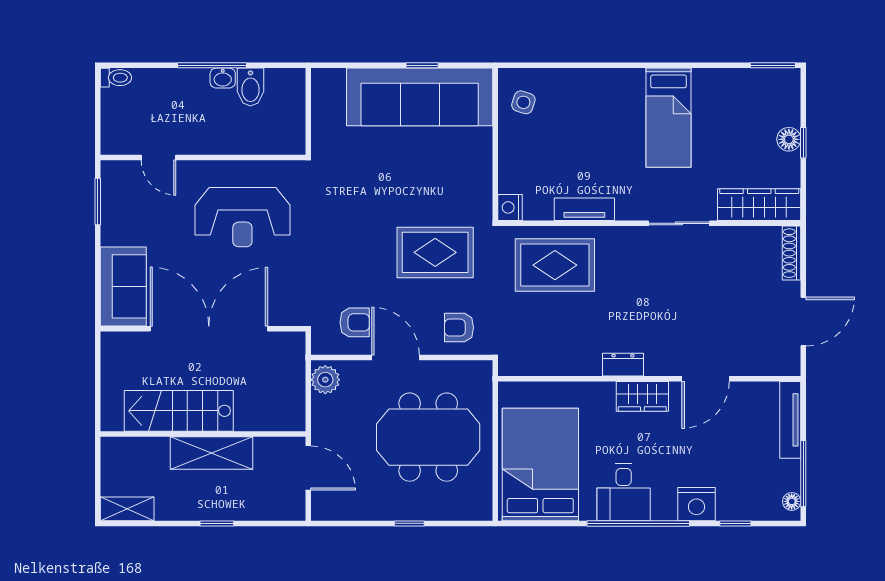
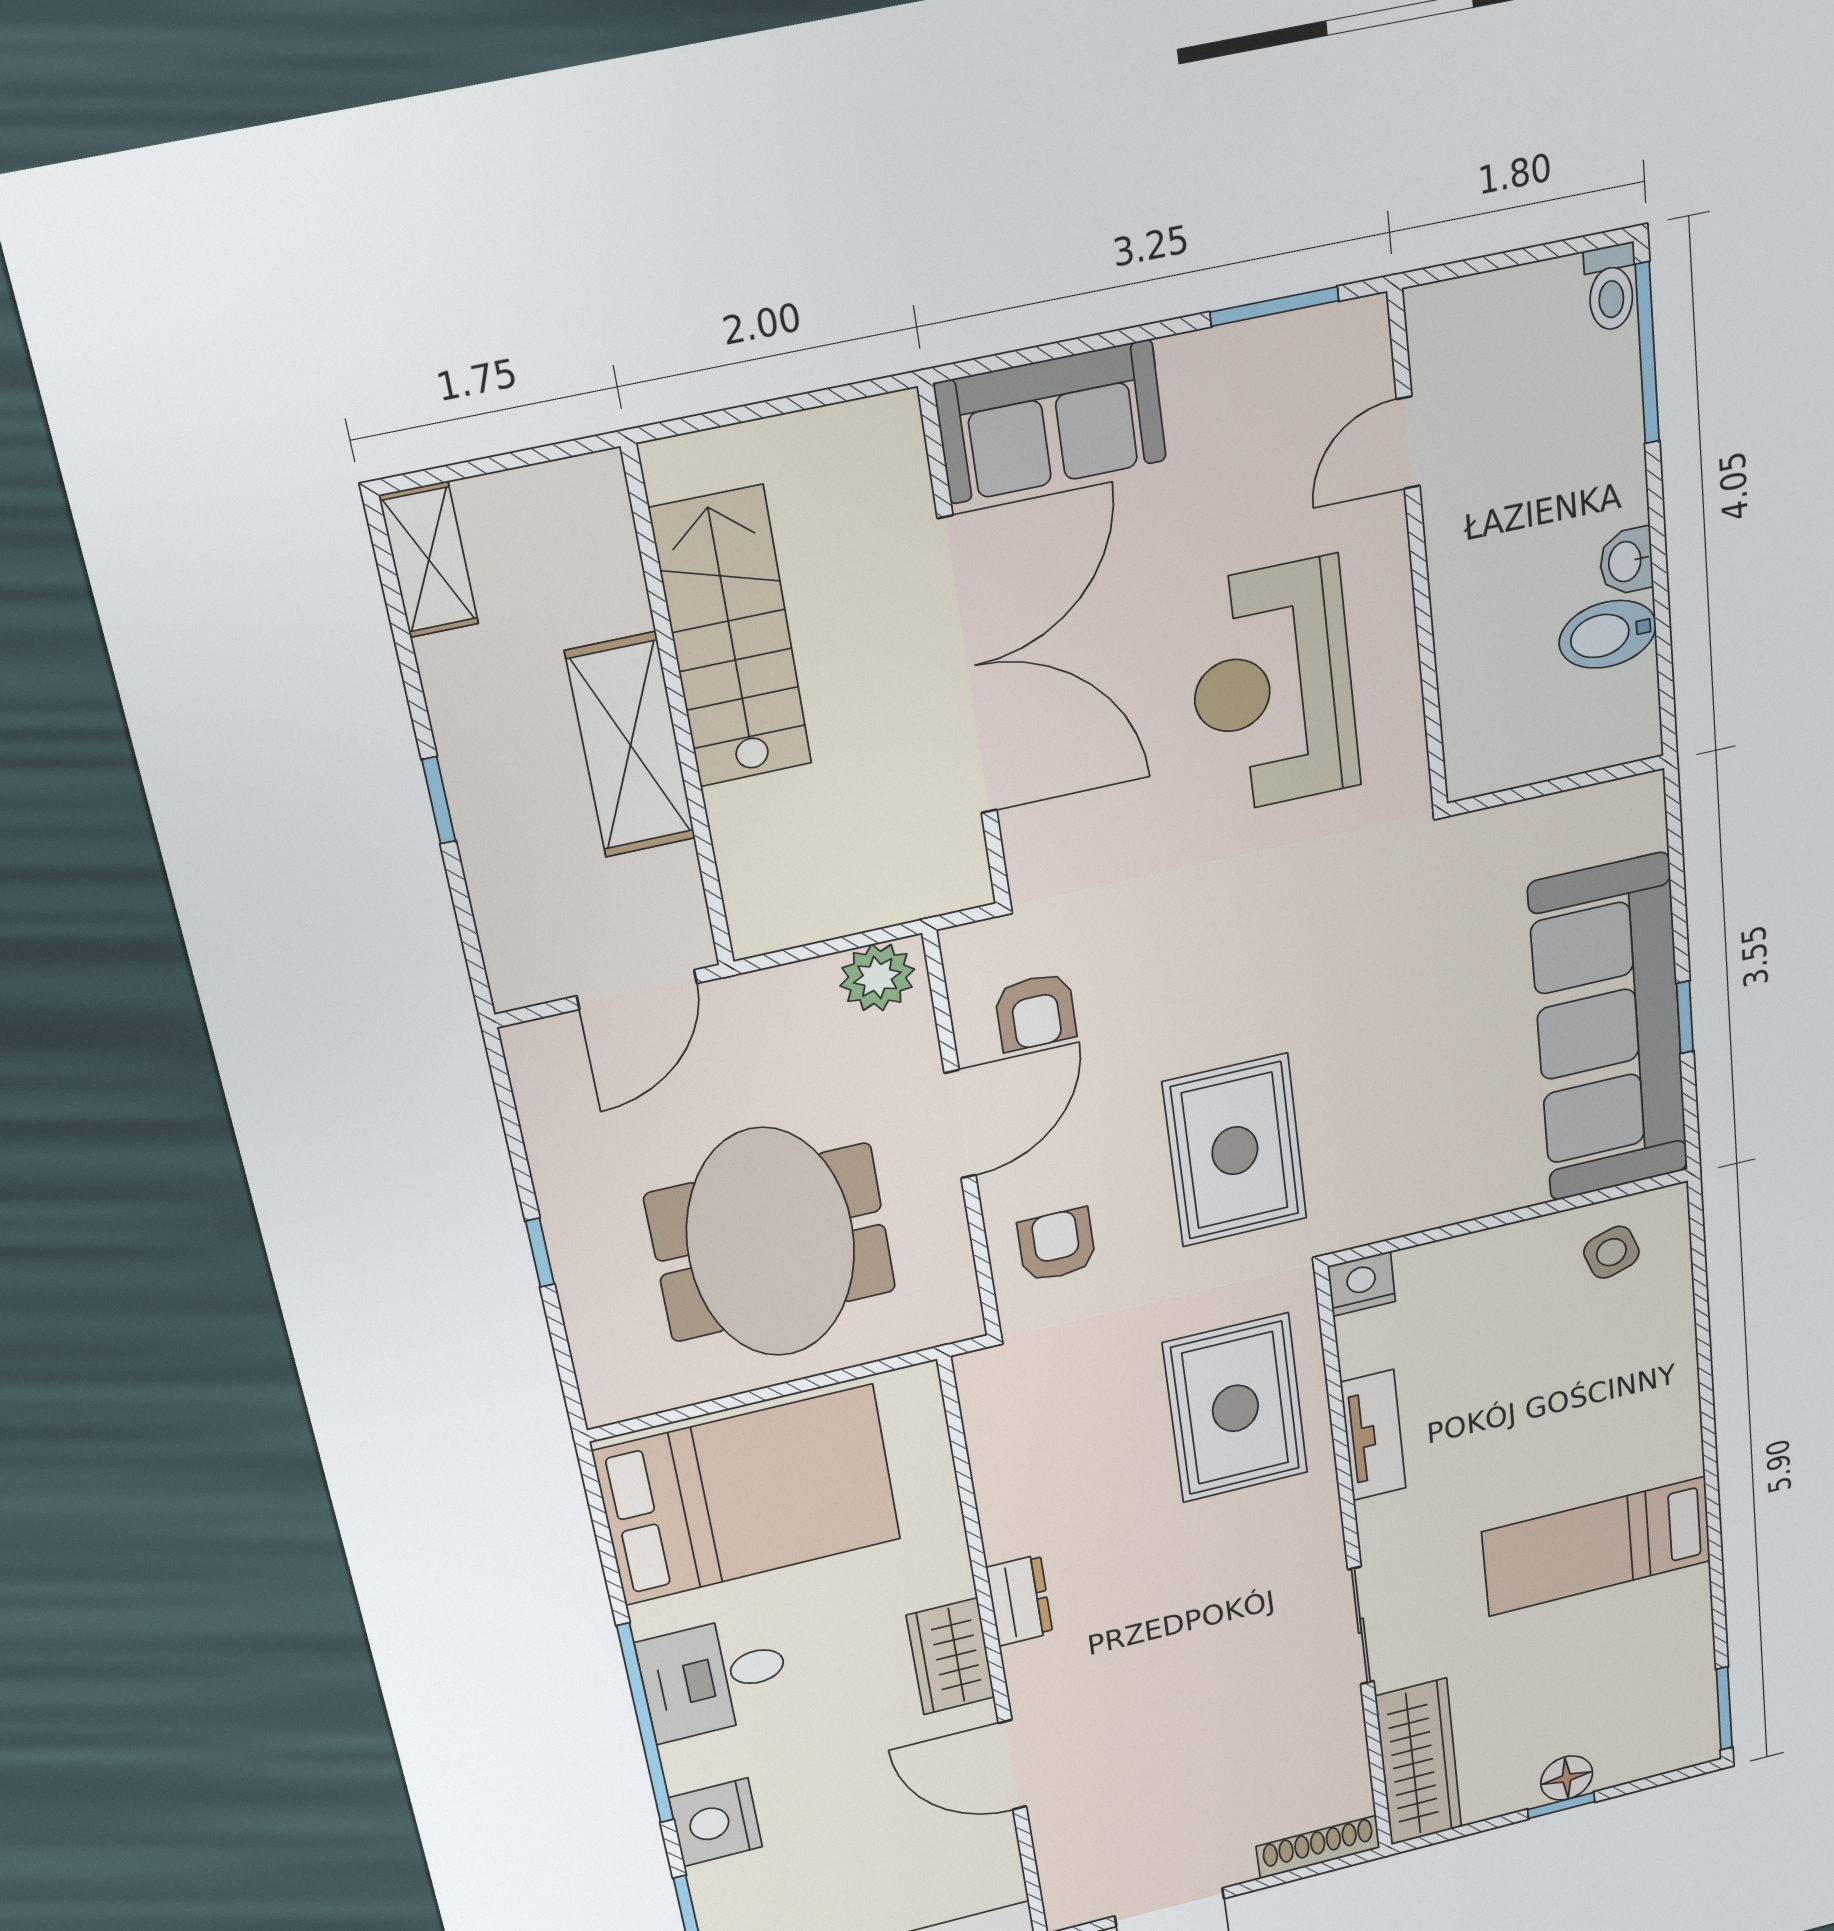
window: (212, 65) -> (1647, 353), moved
side table: (523, 102) -> (1611, 1252), turned -37

